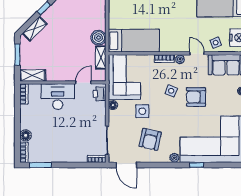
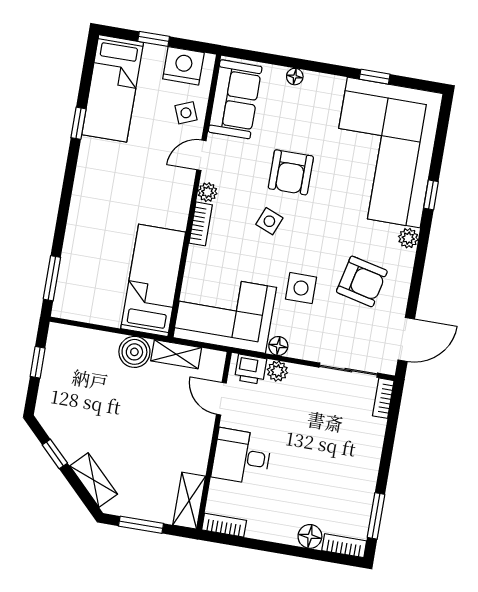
desk: (58, 97) -> (242, 457), width x0.73
plant: (101, 107) -> (277, 371), added

